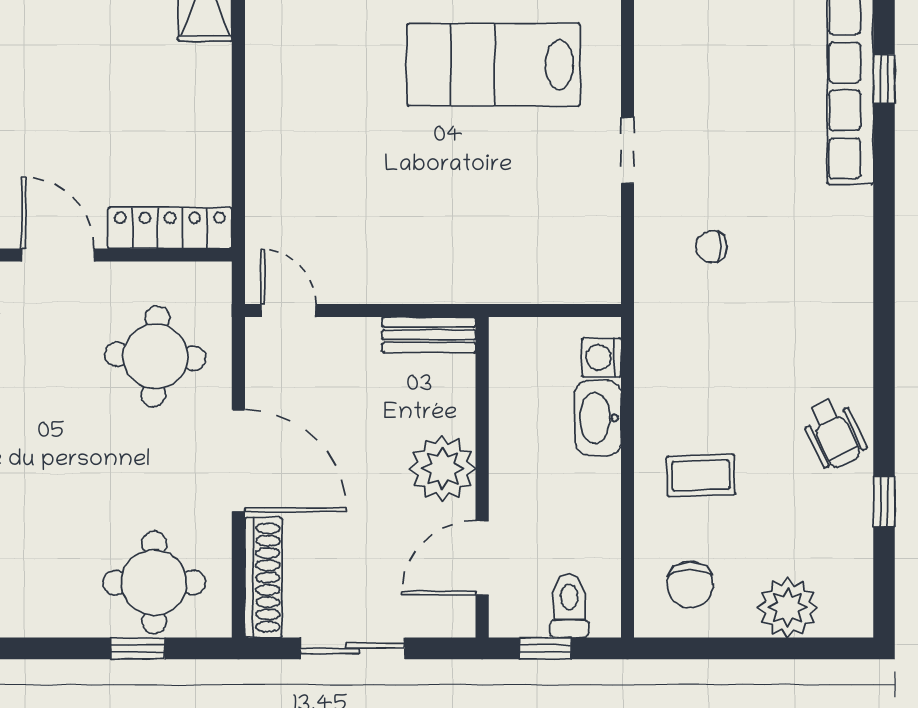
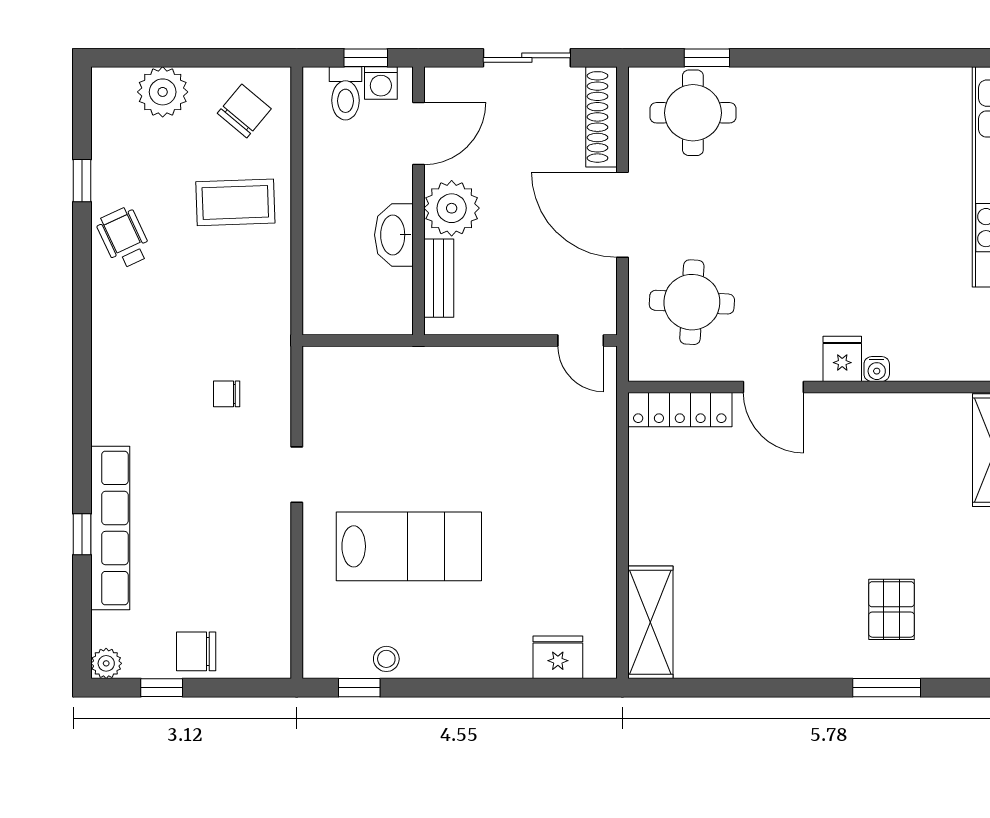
chair: (711, 247) -> (227, 394), turned 180
bench: (429, 335) -> (439, 278), moved, turned 90
washing machine: (602, 358) -> (381, 83), moved, turned 90
washbasin: (598, 418) -> (394, 235), moved, turned 180
coffee table: (701, 475) -> (235, 202), width x1.36, depth x1.30
chair: (690, 585) -> (244, 111), turned 40

